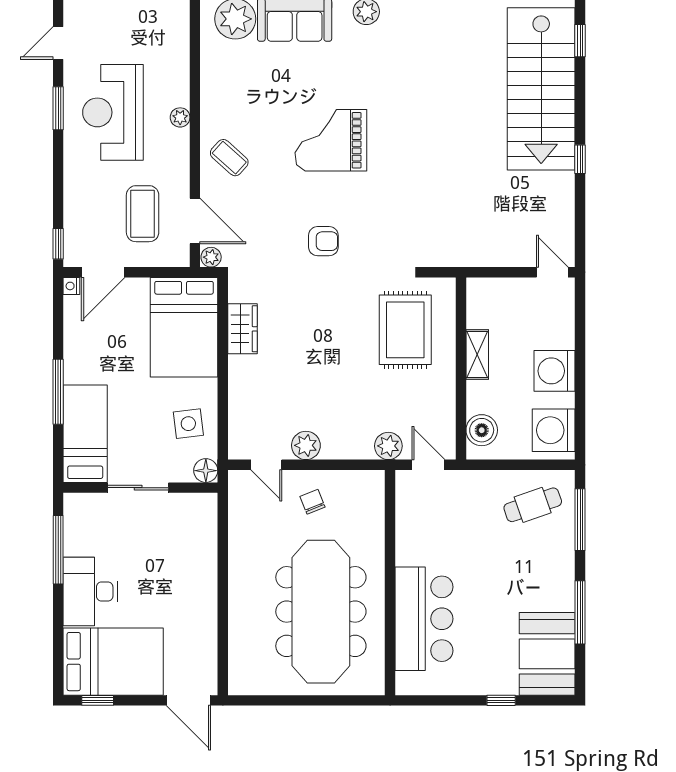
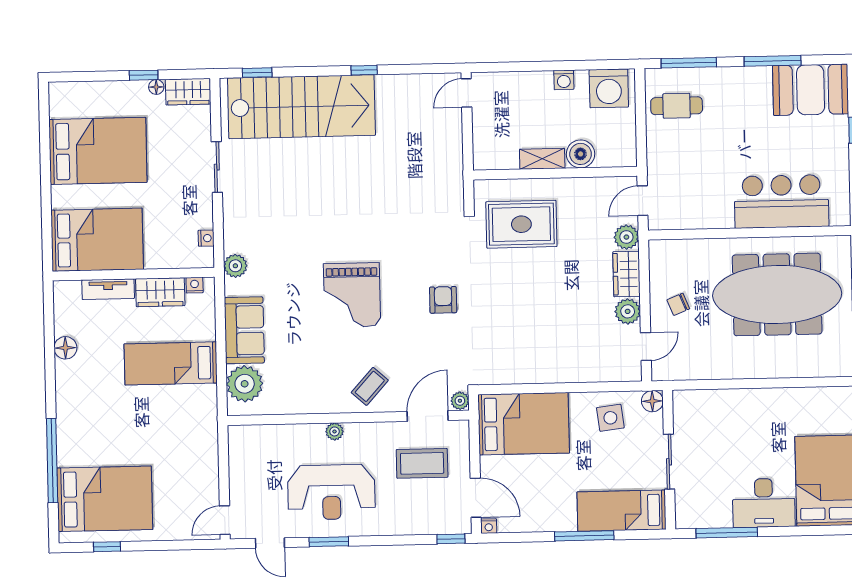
wardrobe: (242, 329) -> (626, 274), moved, turned -90
washing machine: (555, 371) -> (564, 80), width x0.53, depth x0.53
boiler: (482, 430) -> (581, 154), moved
cafe table: (533, 505) -> (677, 106), turned -71

